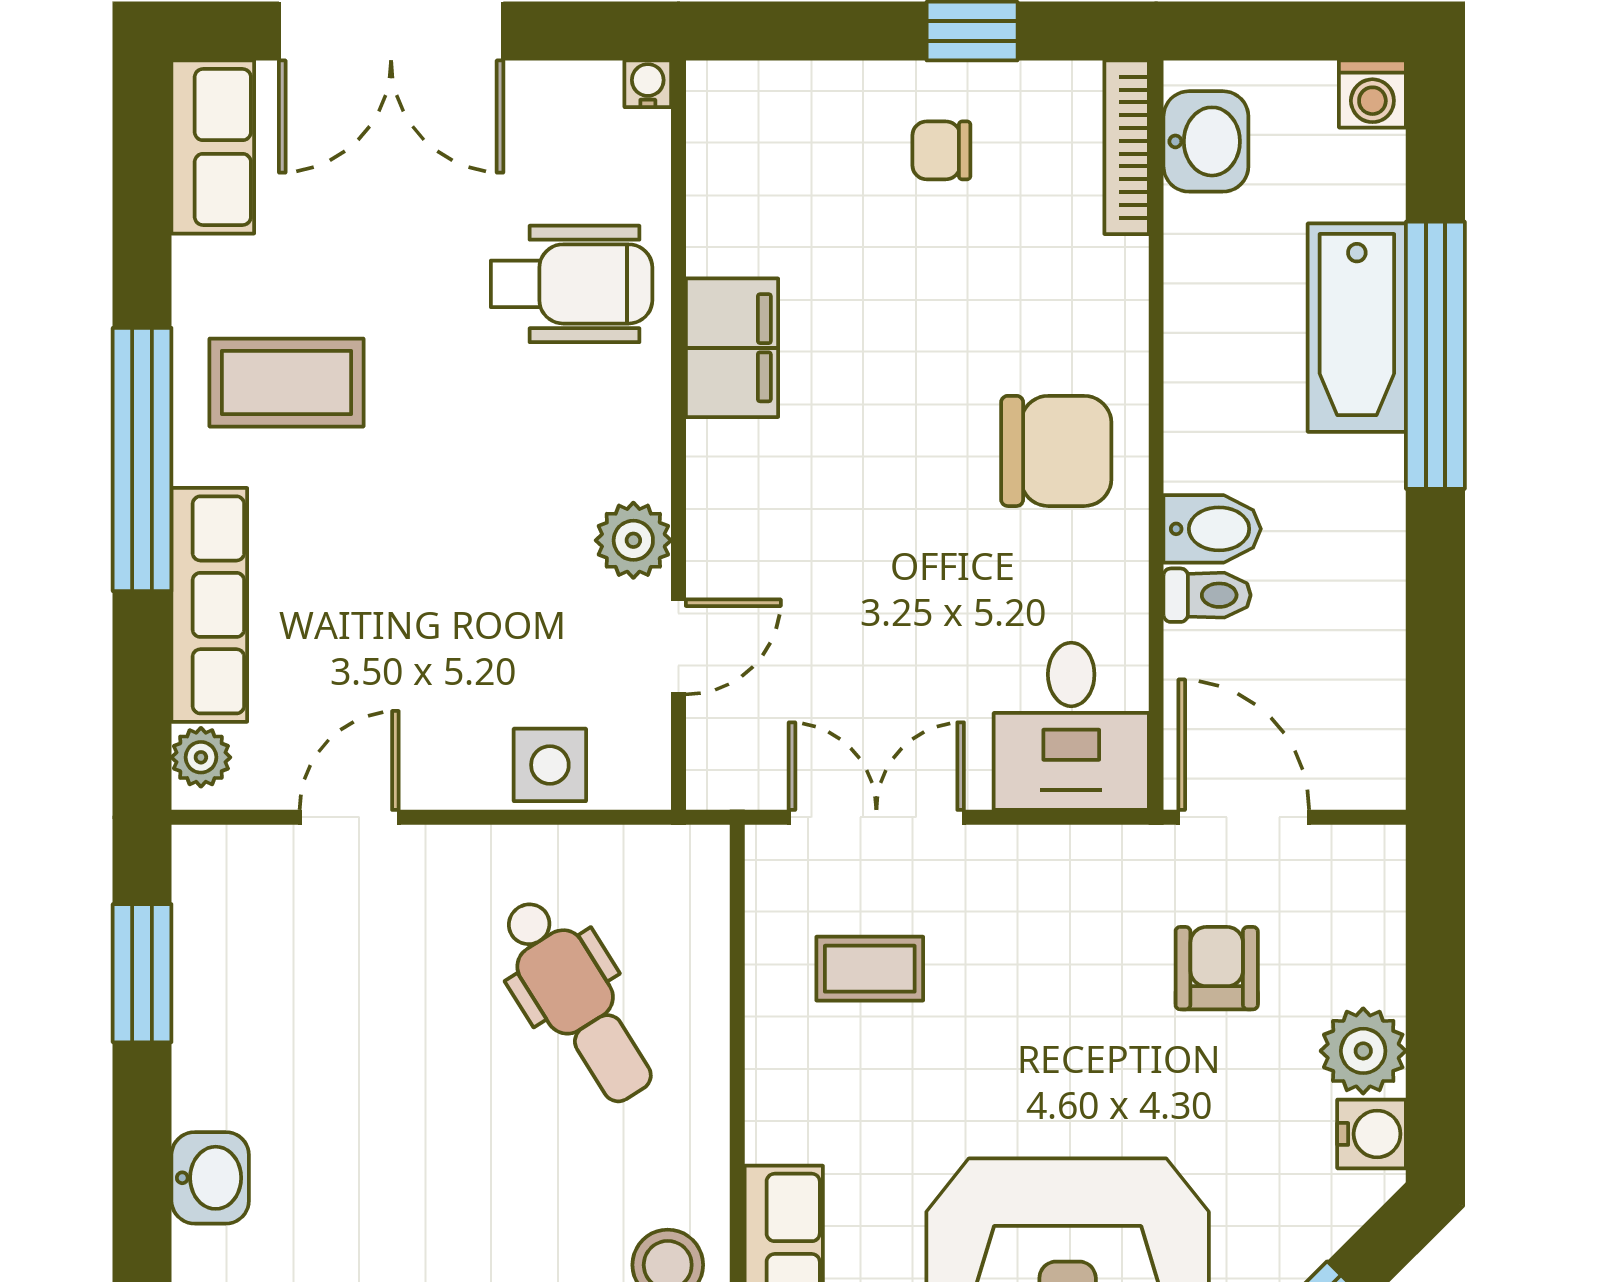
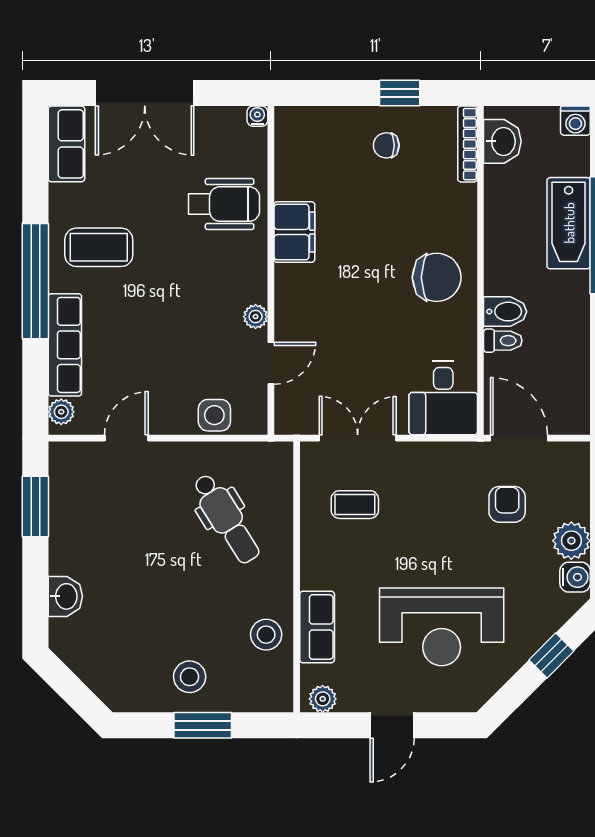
plant: (633, 540) -> (256, 317), width x0.73, depth x0.73

